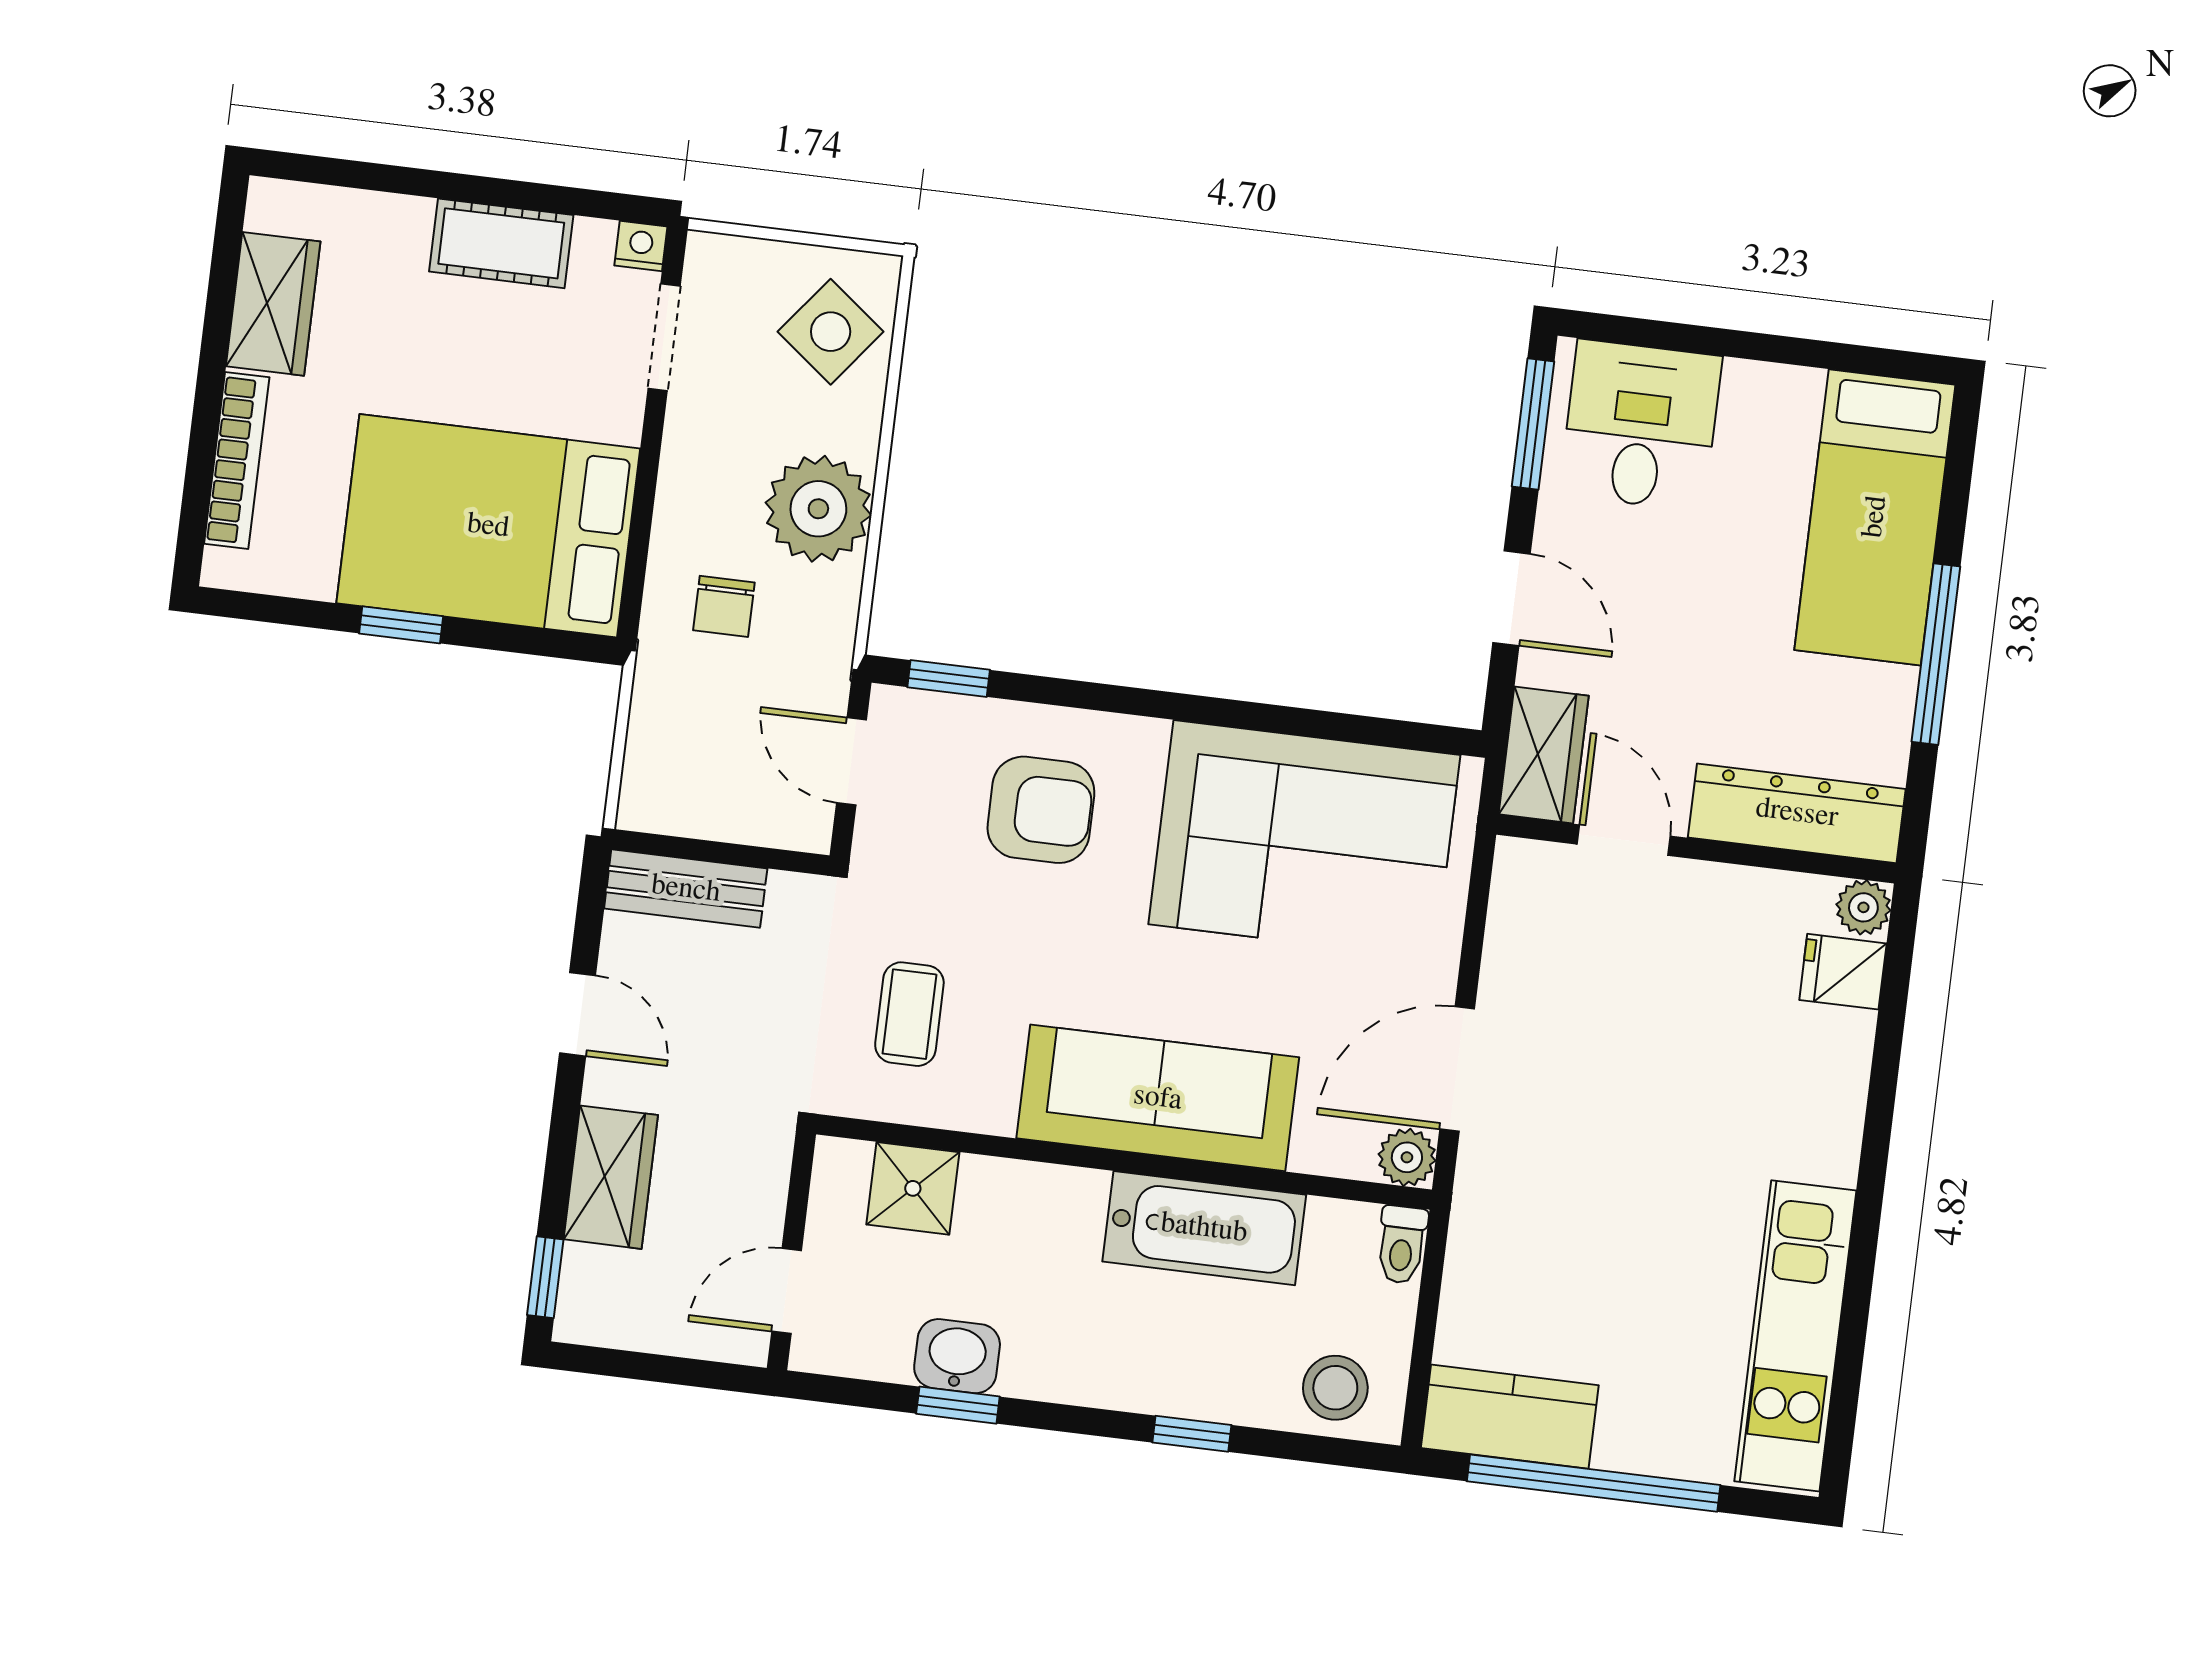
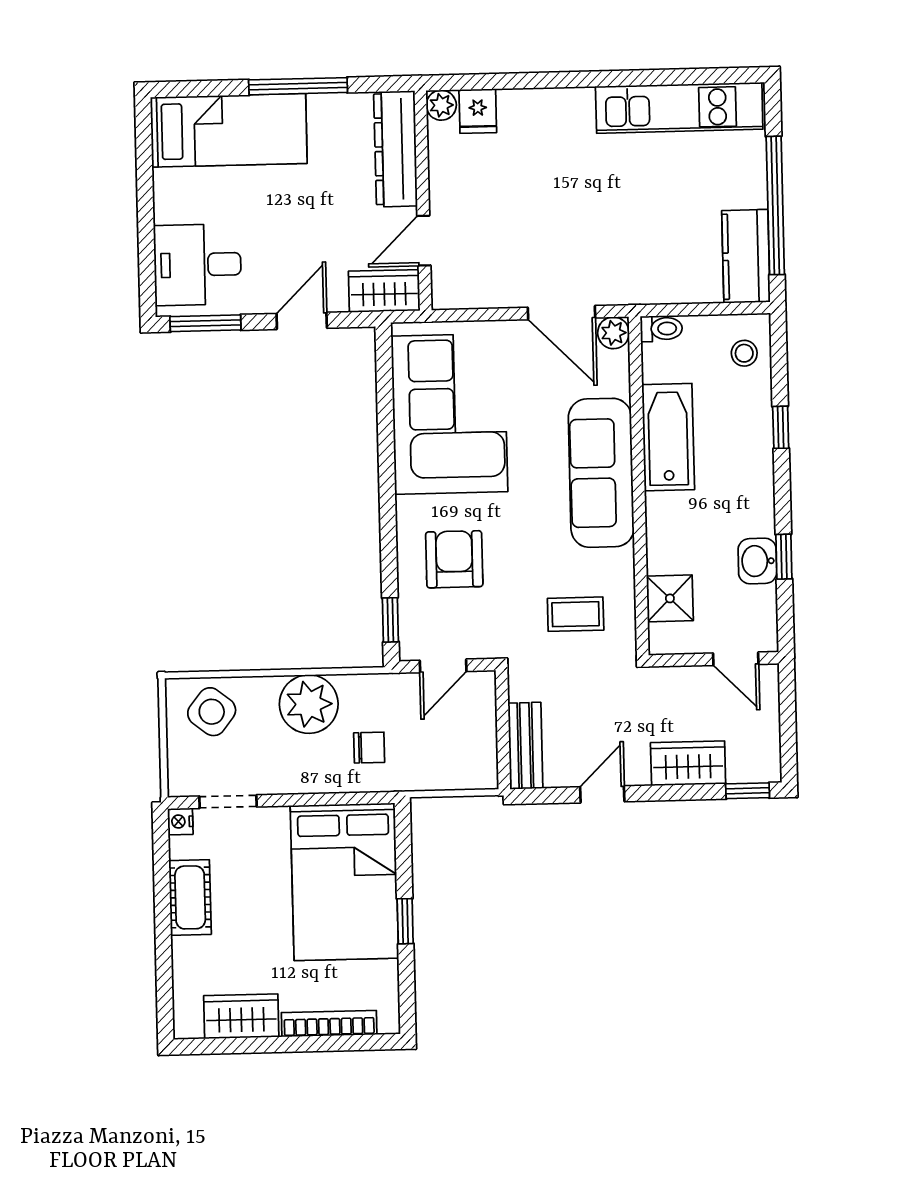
stool: (1335, 1388) -> (744, 353), width x0.73, depth x0.73

